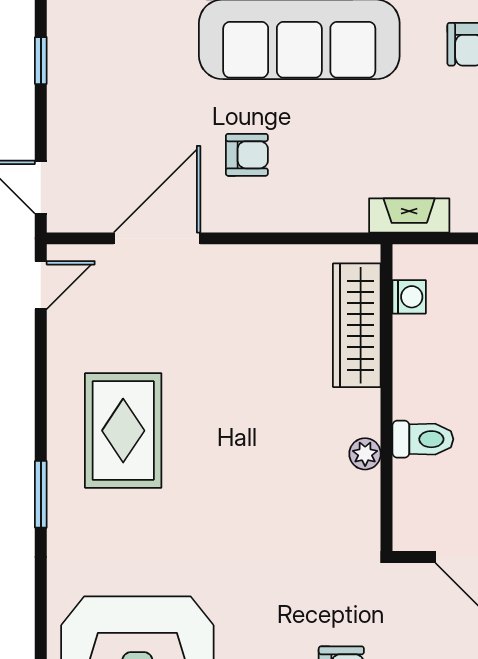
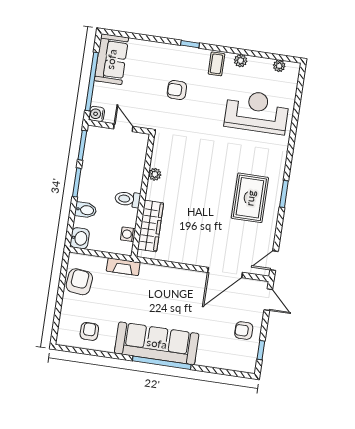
armchair: (247, 155) -> (244, 331), moved
toilet: (423, 439) -> (128, 199), moved
window: (41, 494) -> (284, 194), moved

